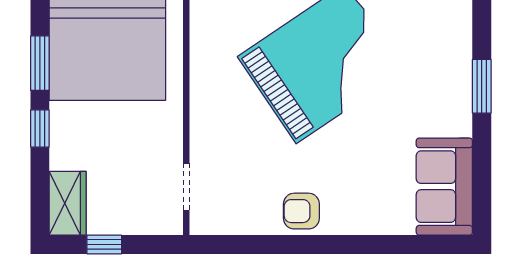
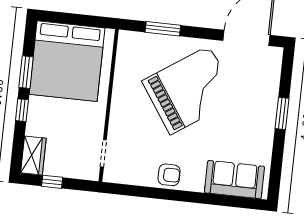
sofa: (444, 187) -> (234, 180), moved, turned 90
armchair: (301, 211) -> (169, 175), turned 180

